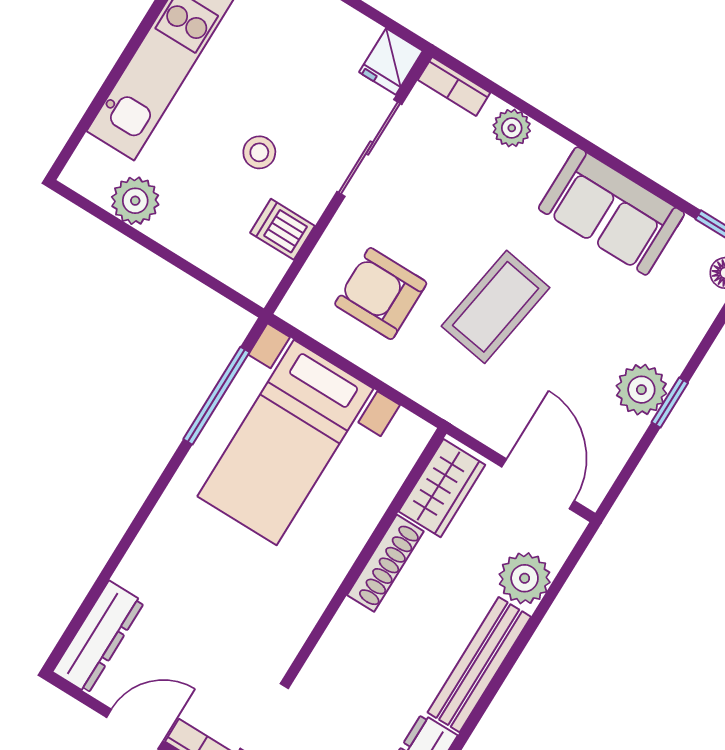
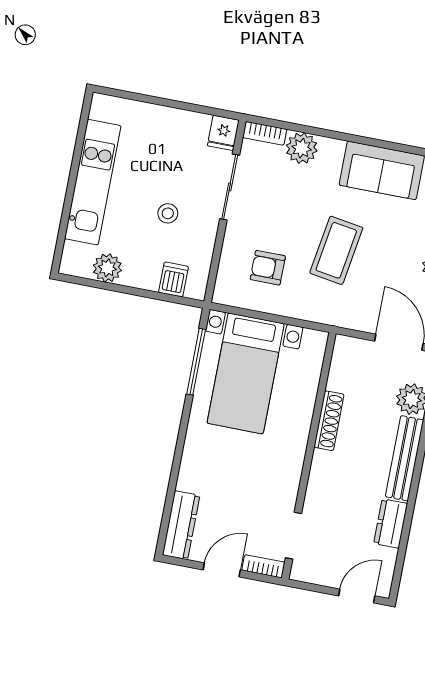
plant: (512, 128) -> (302, 148), width x1.38, depth x1.38
dishwasher: (282, 229) -> (173, 279), moved, turned 90
armchair: (381, 294) -> (268, 268), width x0.72, depth x0.72
wardrobe: (442, 488) -> (345, 366), removed

